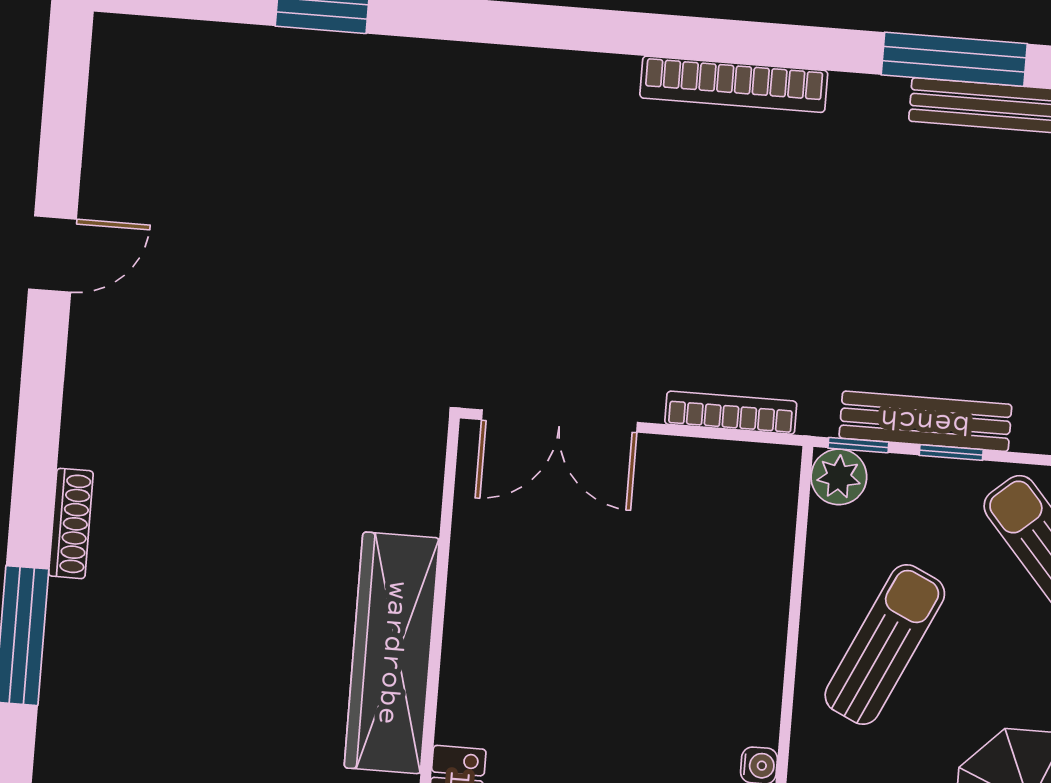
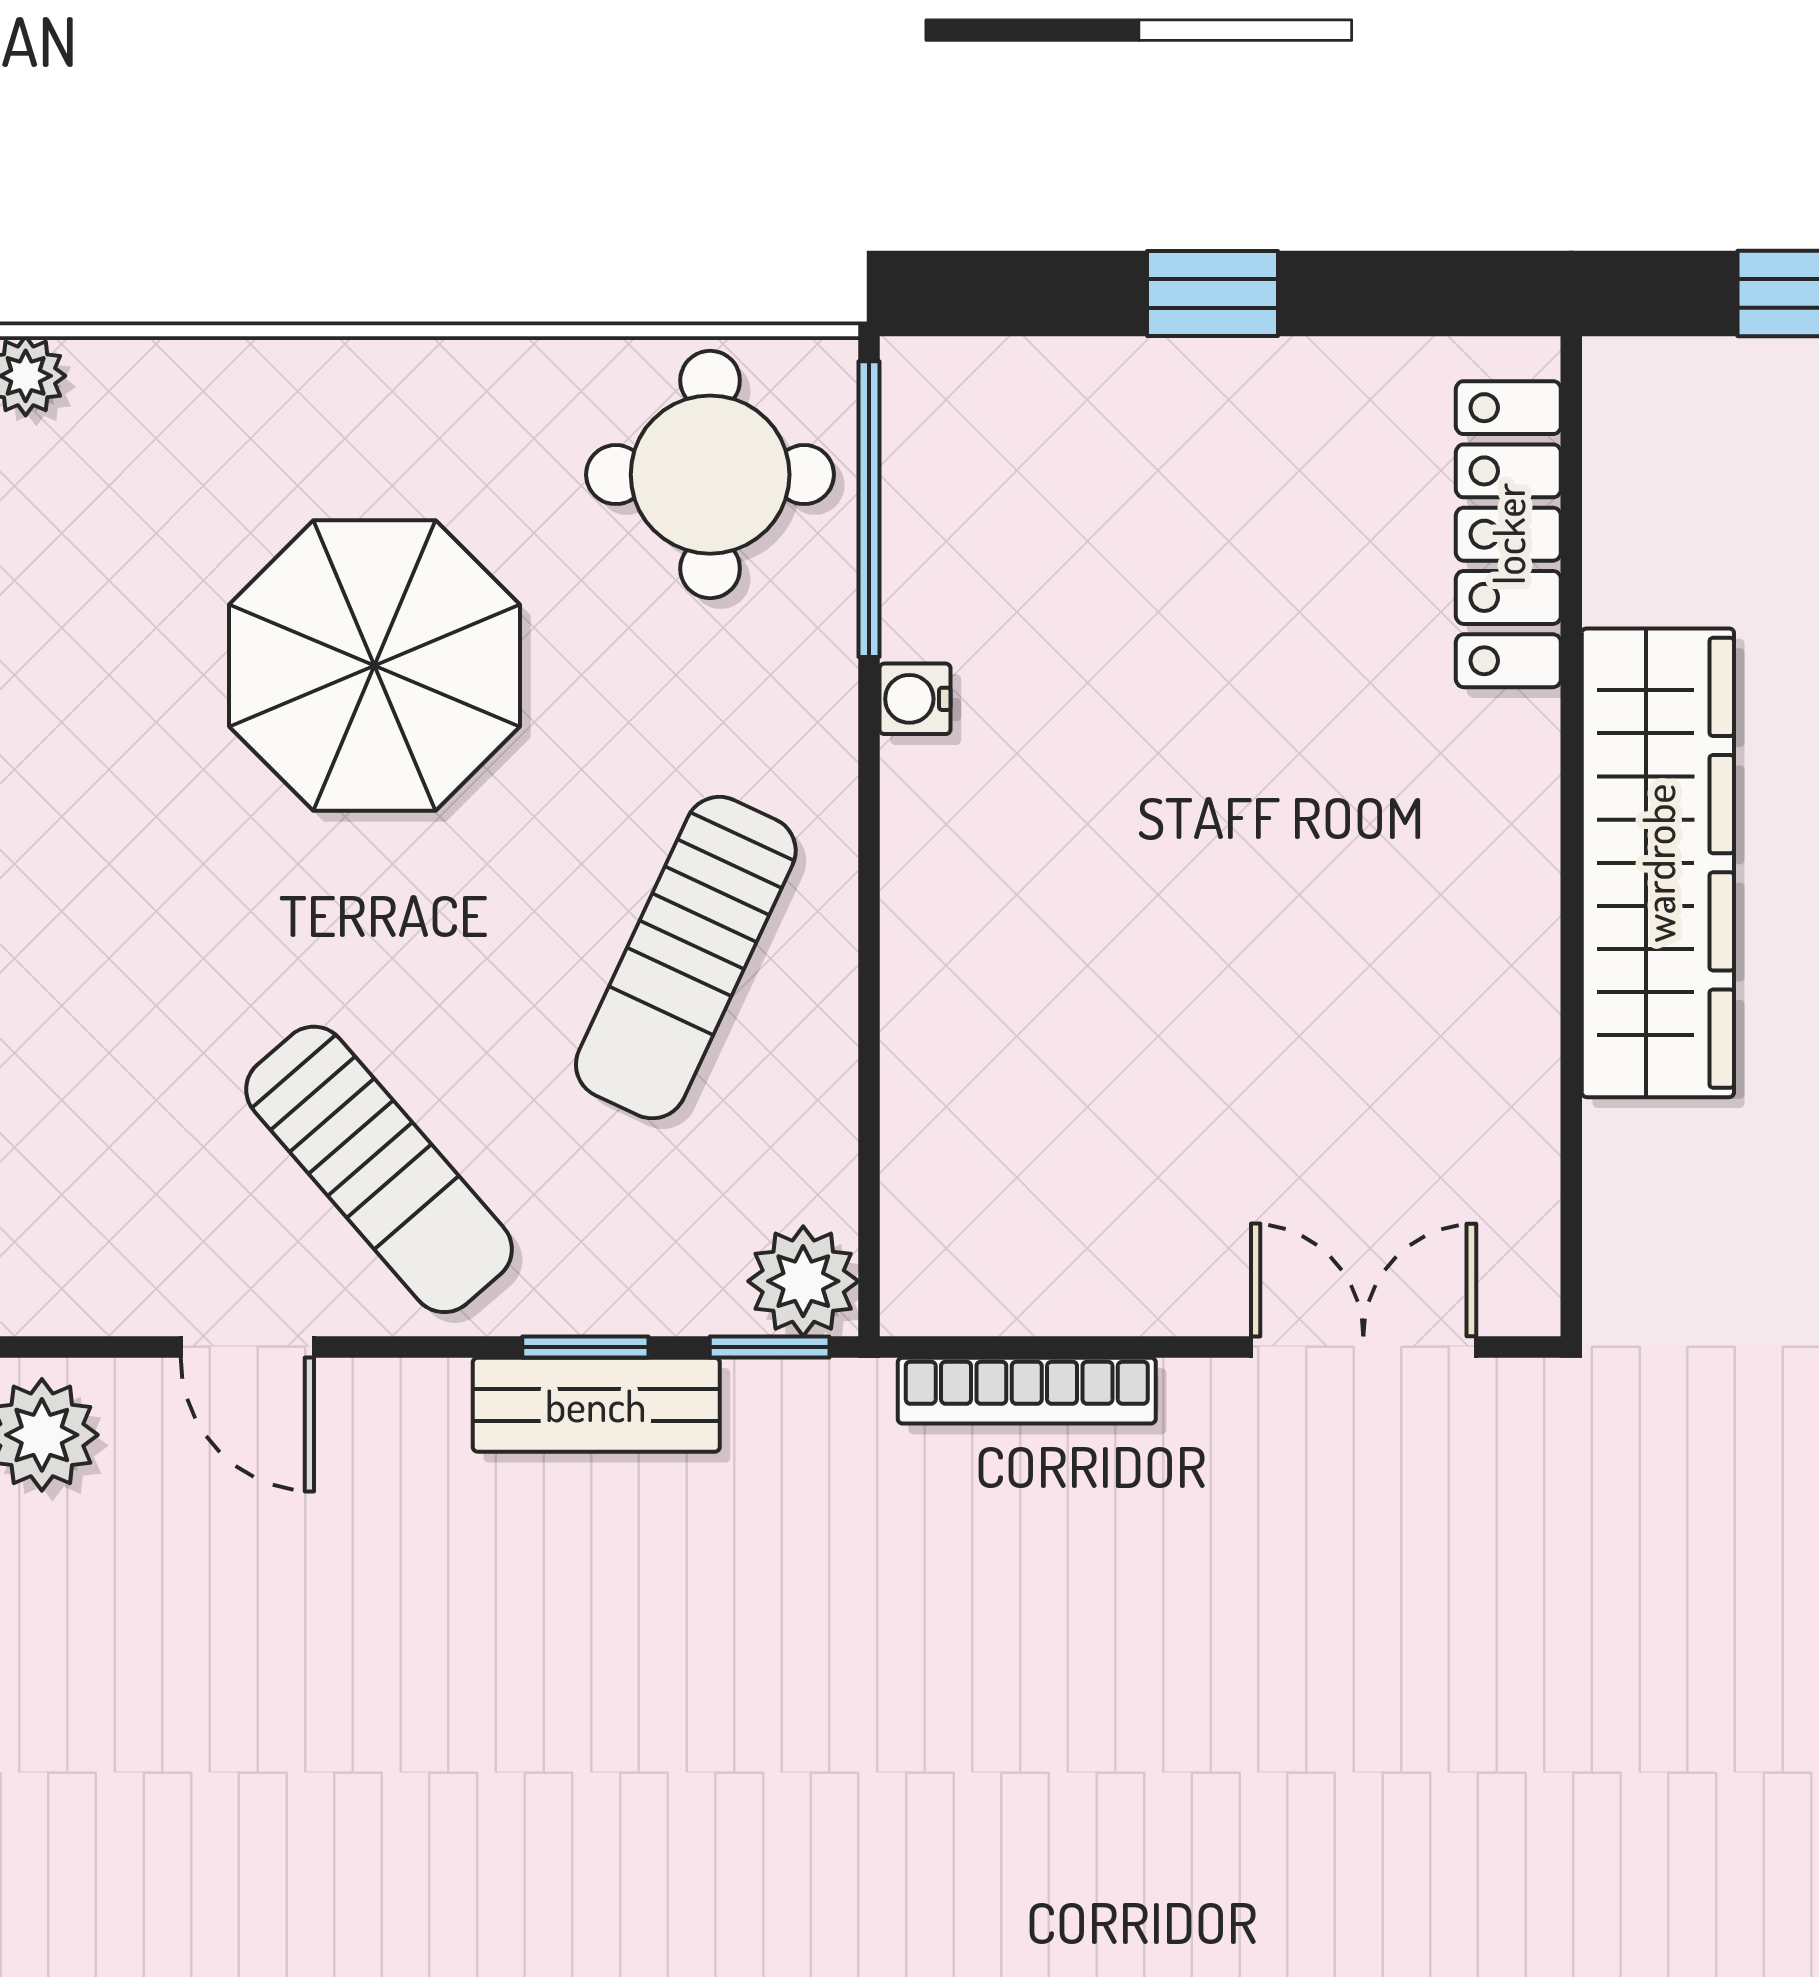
double door: (560, 421) -> (1363, 1347), width x0.73
bench: (925, 421) -> (596, 1405), width x0.73

